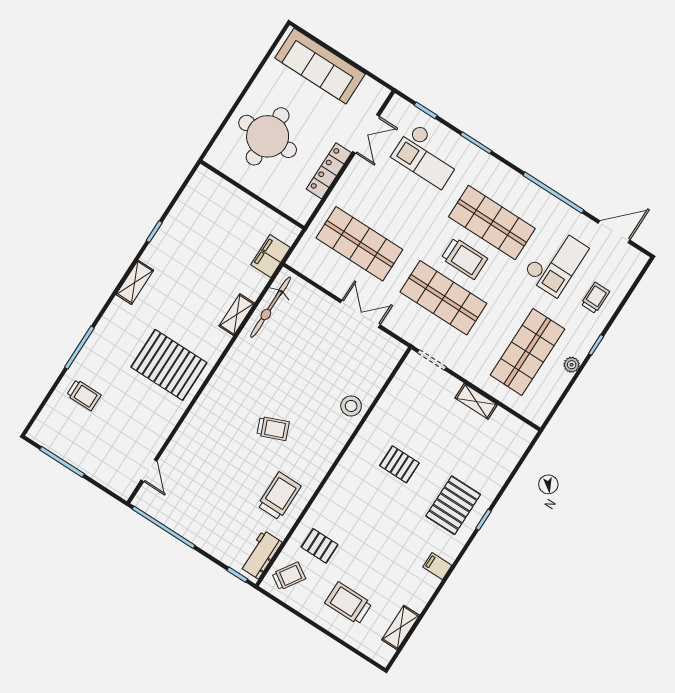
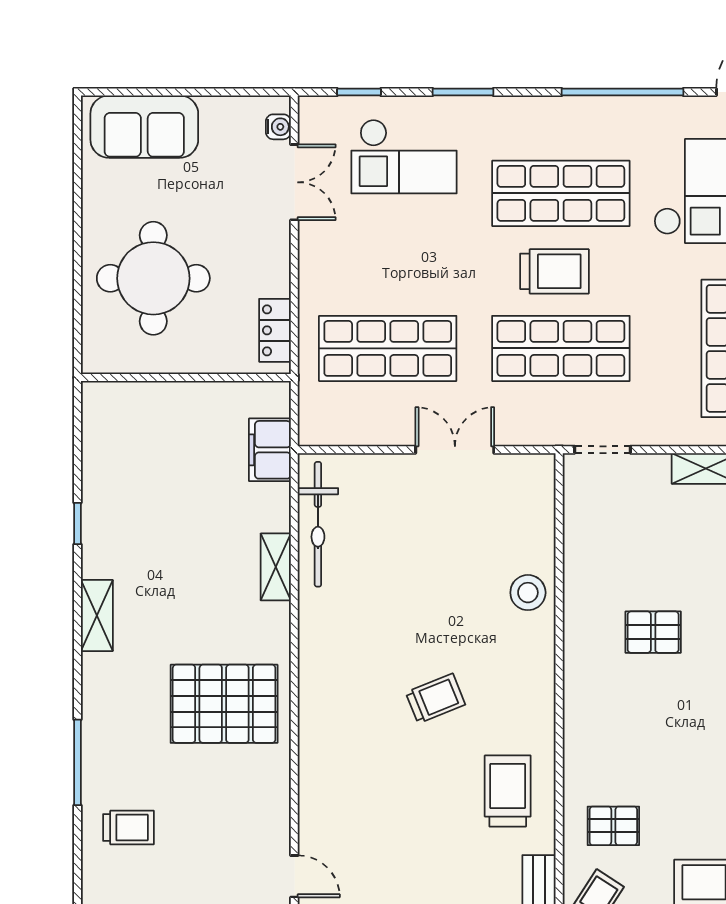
sofa: (320, 66) -> (144, 127), width x0.73
water cooler: (376, 102) -> (278, 127), added
locker: (329, 171) -> (275, 330), moved, width x0.66

